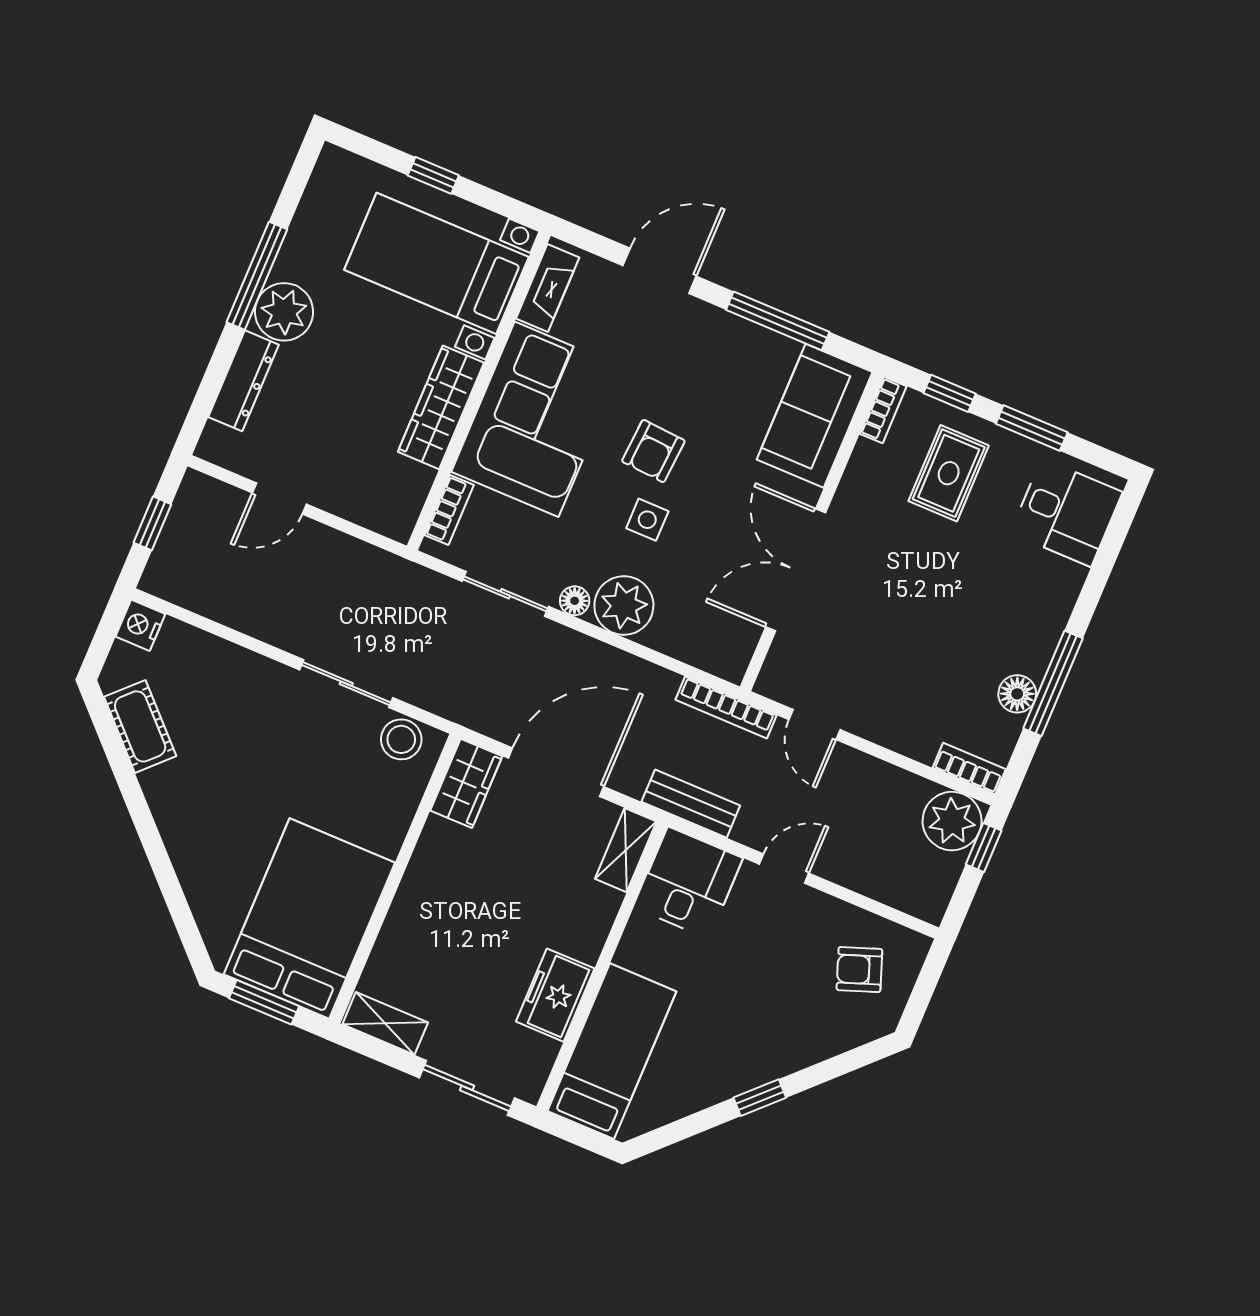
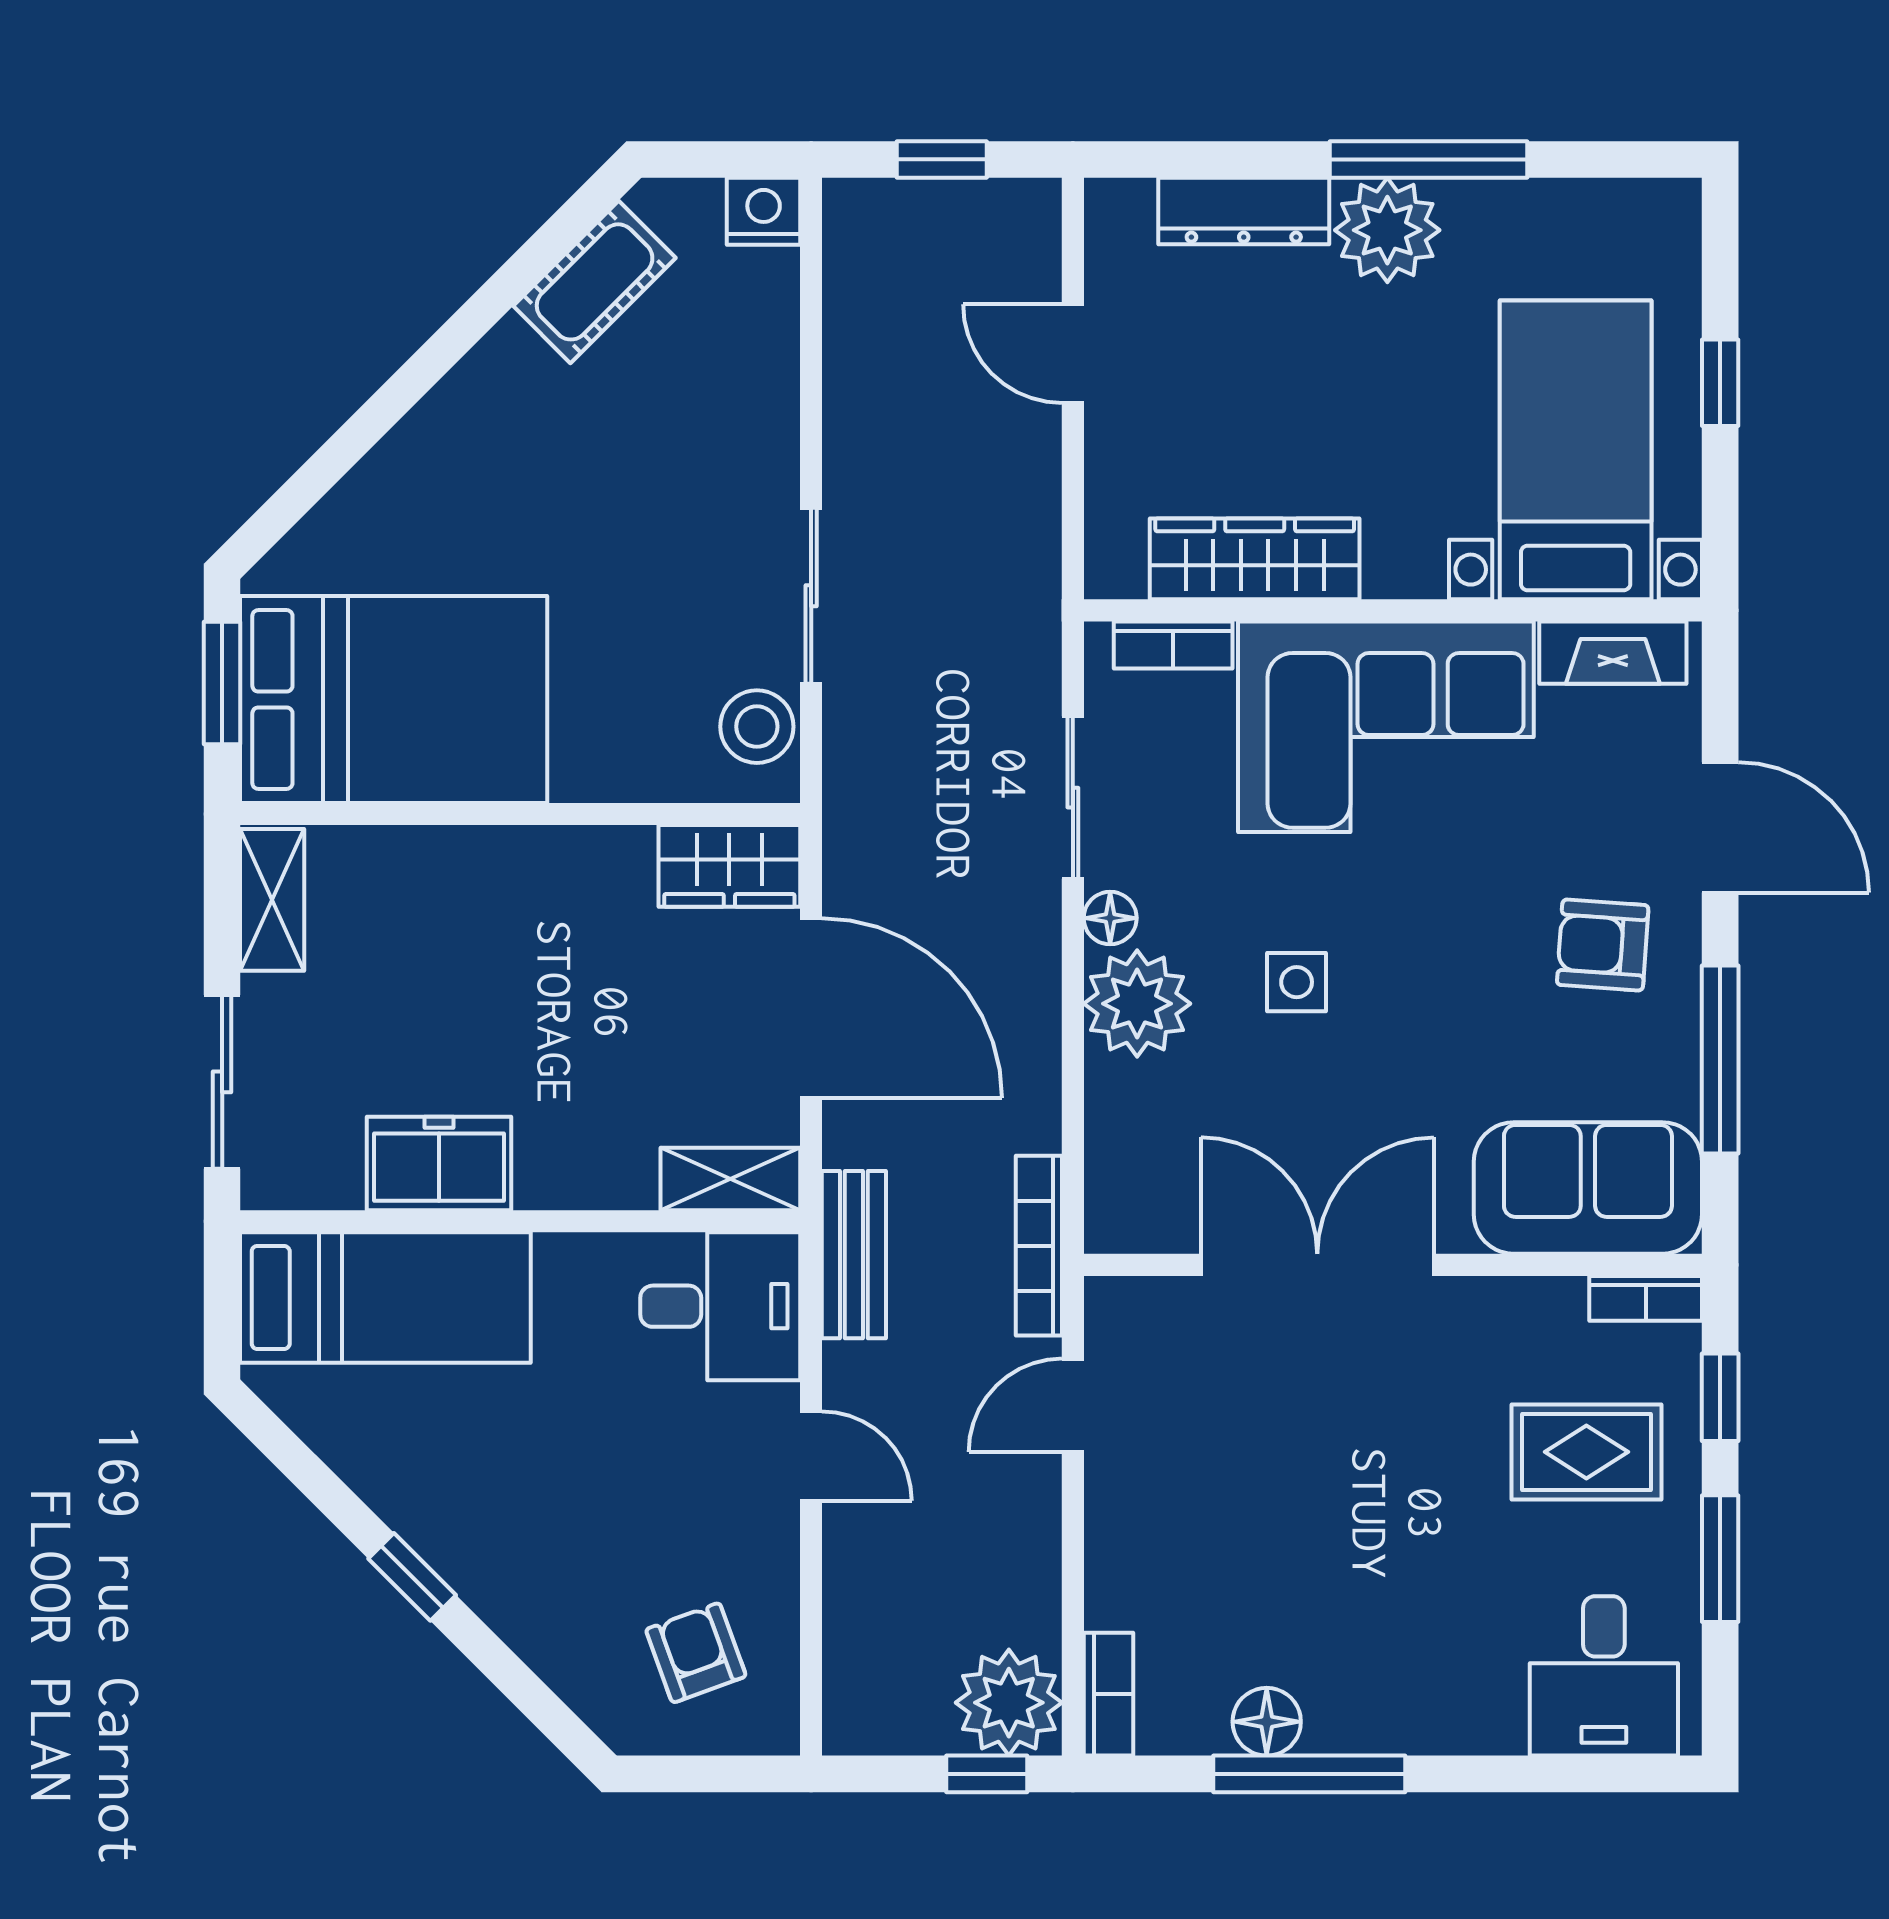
wardrobe: (441, 407) -> (1255, 559), moved
armchair: (653, 451) -> (1603, 945), moved

